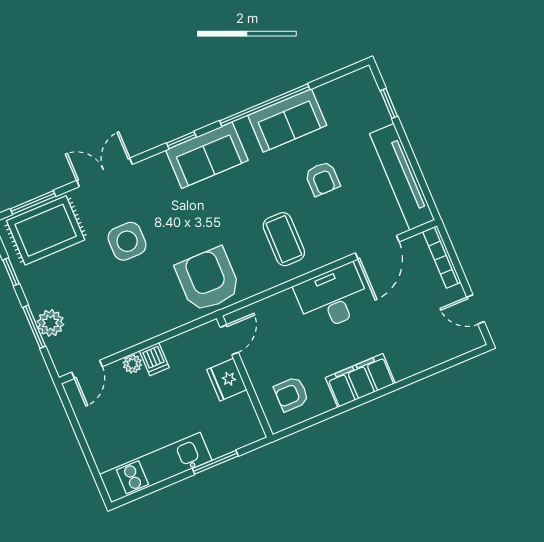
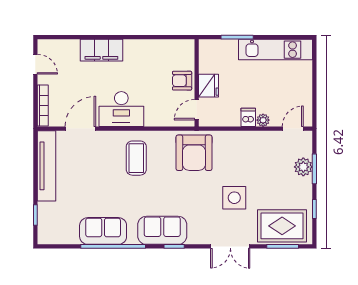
armchair: (322, 179) -> (97, 186), removed
filing cabinet: (360, 381) -> (101, 50), moved
armchair: (291, 394) -> (182, 81), moved, turned 180

